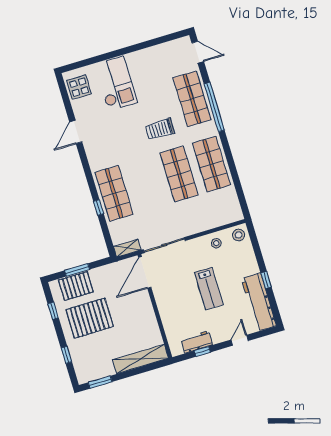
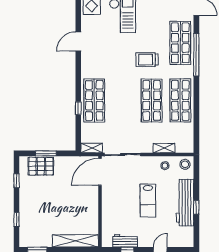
shelving: (209, 224) -> (164, 148), added
workbench: (259, 302) -> (185, 203), moved
pallet: (90, 318) -> (44, 196), removed

